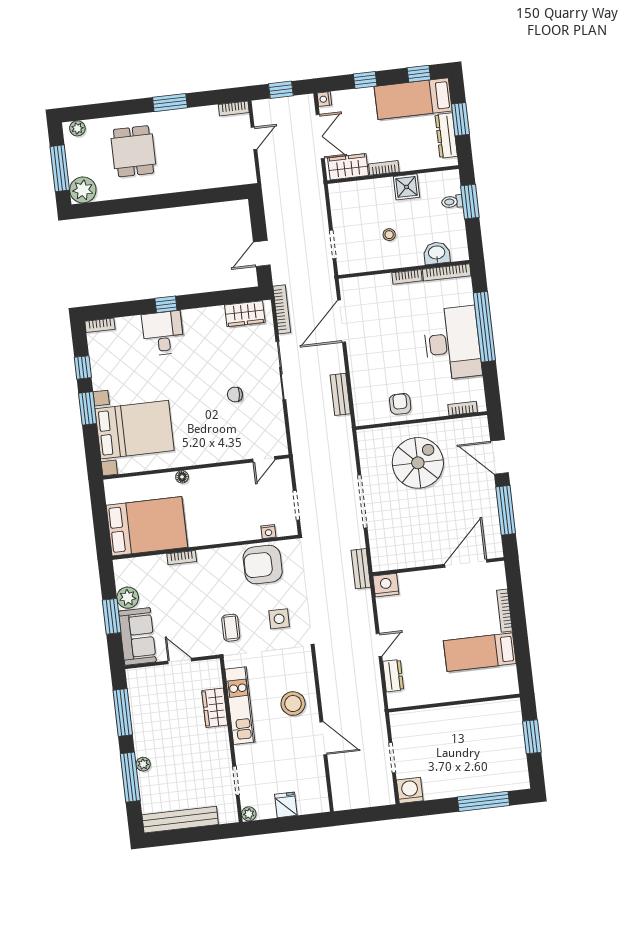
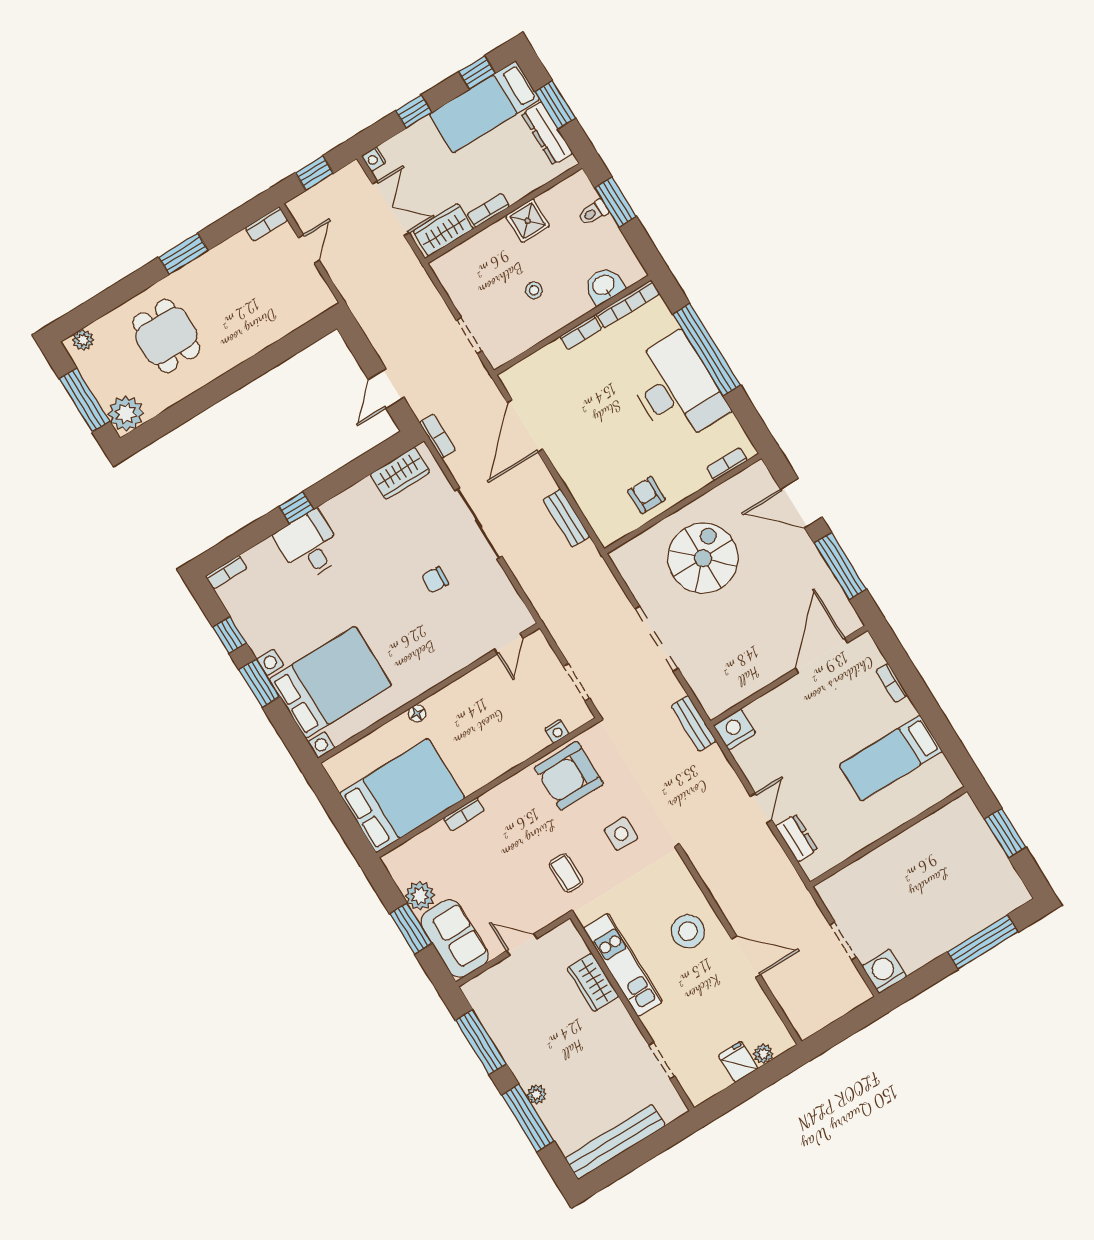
bookcase: (282, 309) -> (437, 436), width x0.64
bookcase: (504, 611) -> (892, 683), width x0.64
plant: (249, 814) -> (763, 1054), moved

